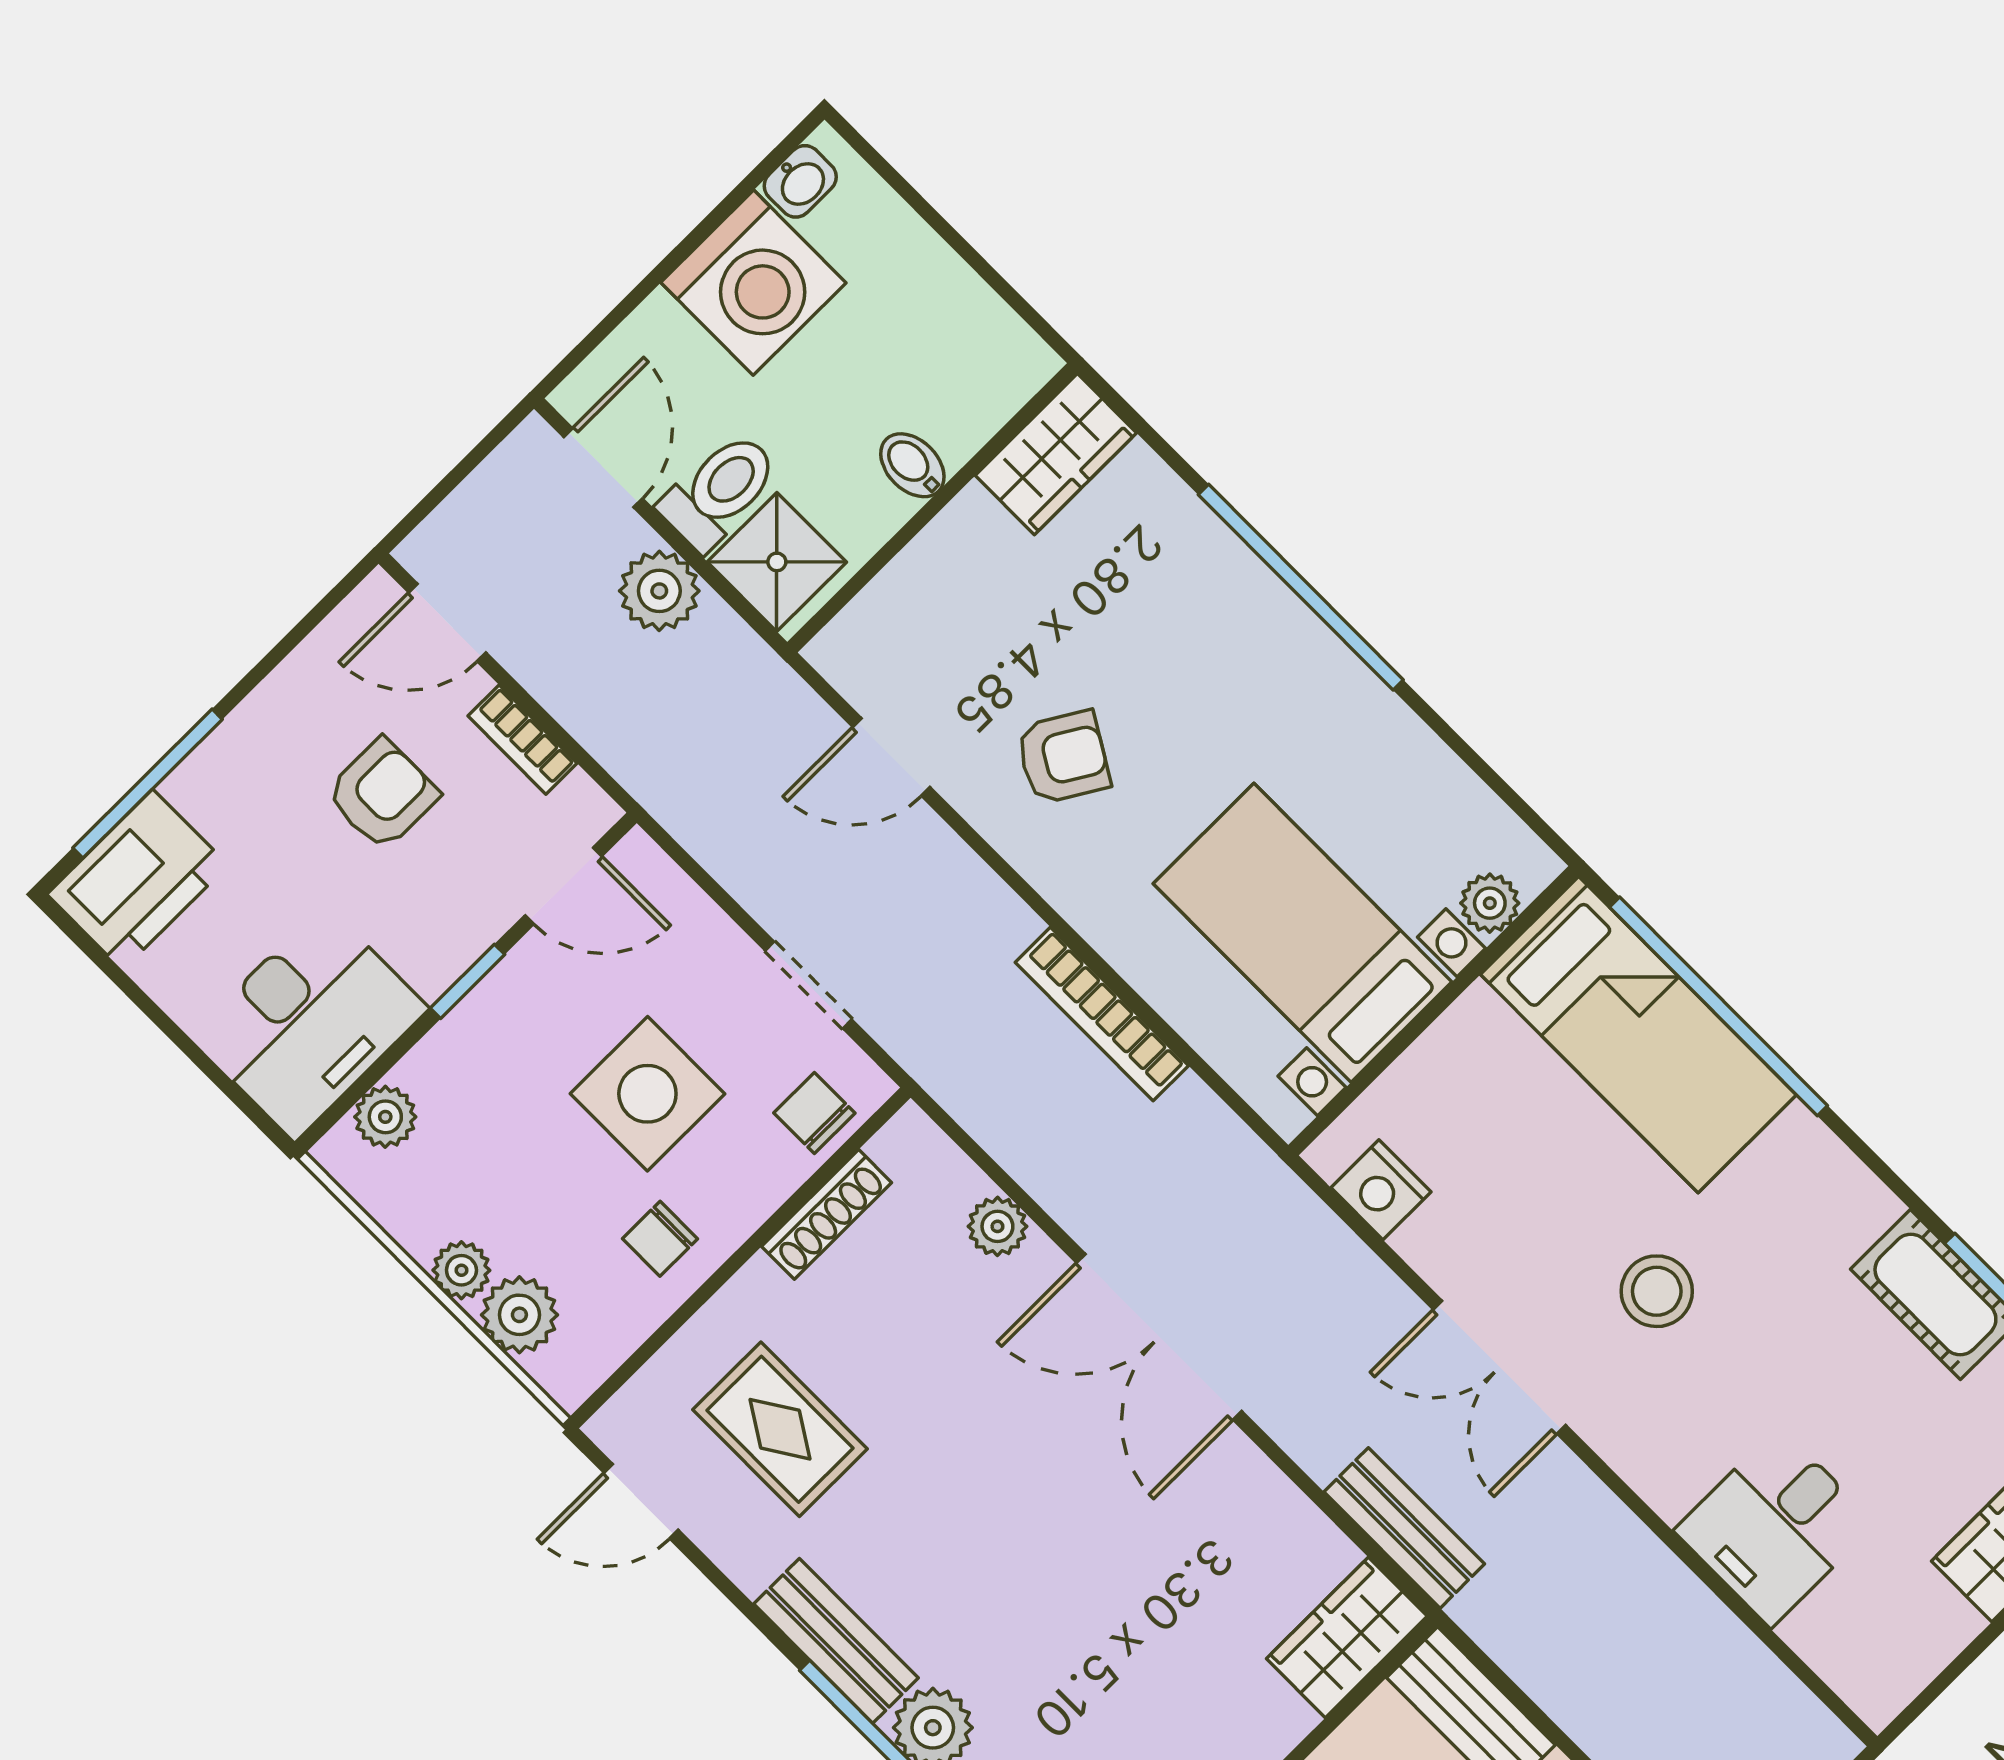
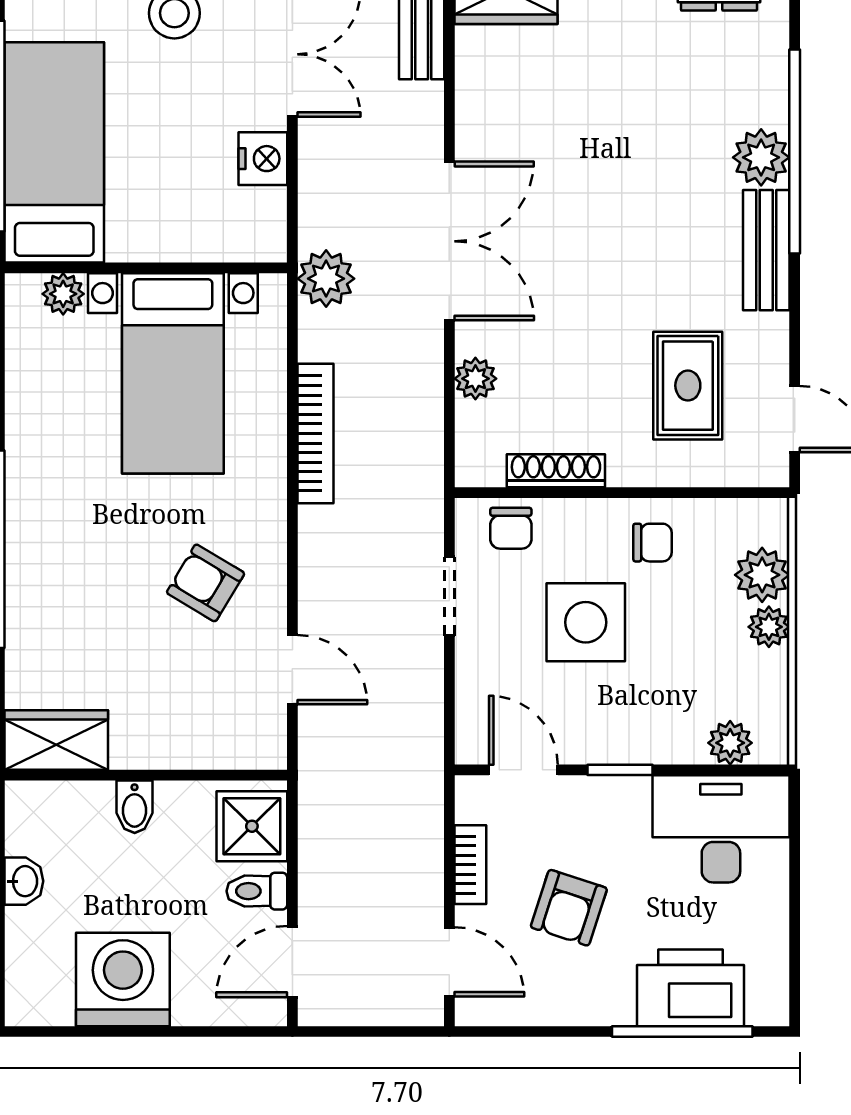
washbasin: (800, 181) -> (24, 881), moved, turned 90
toilet: (719, 491) -> (257, 891), width x0.73, depth x0.72
plant: (659, 591) -> (326, 279), moved
armchair: (382, 794) -> (569, 908), turned -72
printer: (138, 880) -> (691, 988), moved
nightstand: (1381, 1190) -> (263, 159), moved

